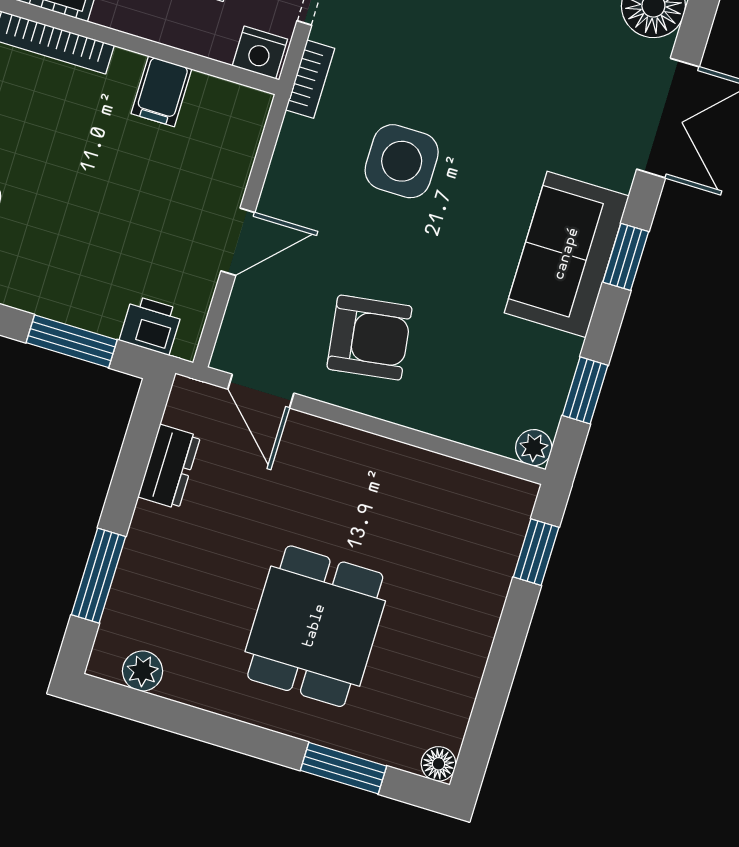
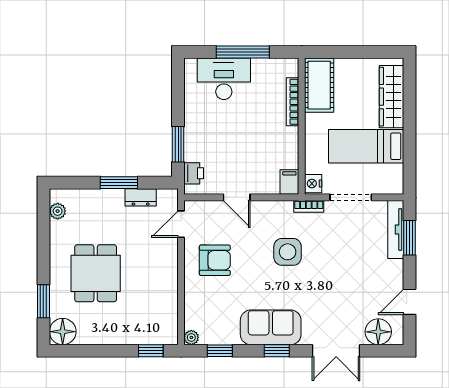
filing cabinet: (161, 91) -> (289, 182), moved, turned 90
armchair: (369, 338) -> (215, 260), turned -82
window: (98, 576) -> (119, 183), moved
dining table: (315, 626) -> (96, 273), turned 90
floor lamp: (438, 764) -> (63, 332), width x1.89, depth x1.89

